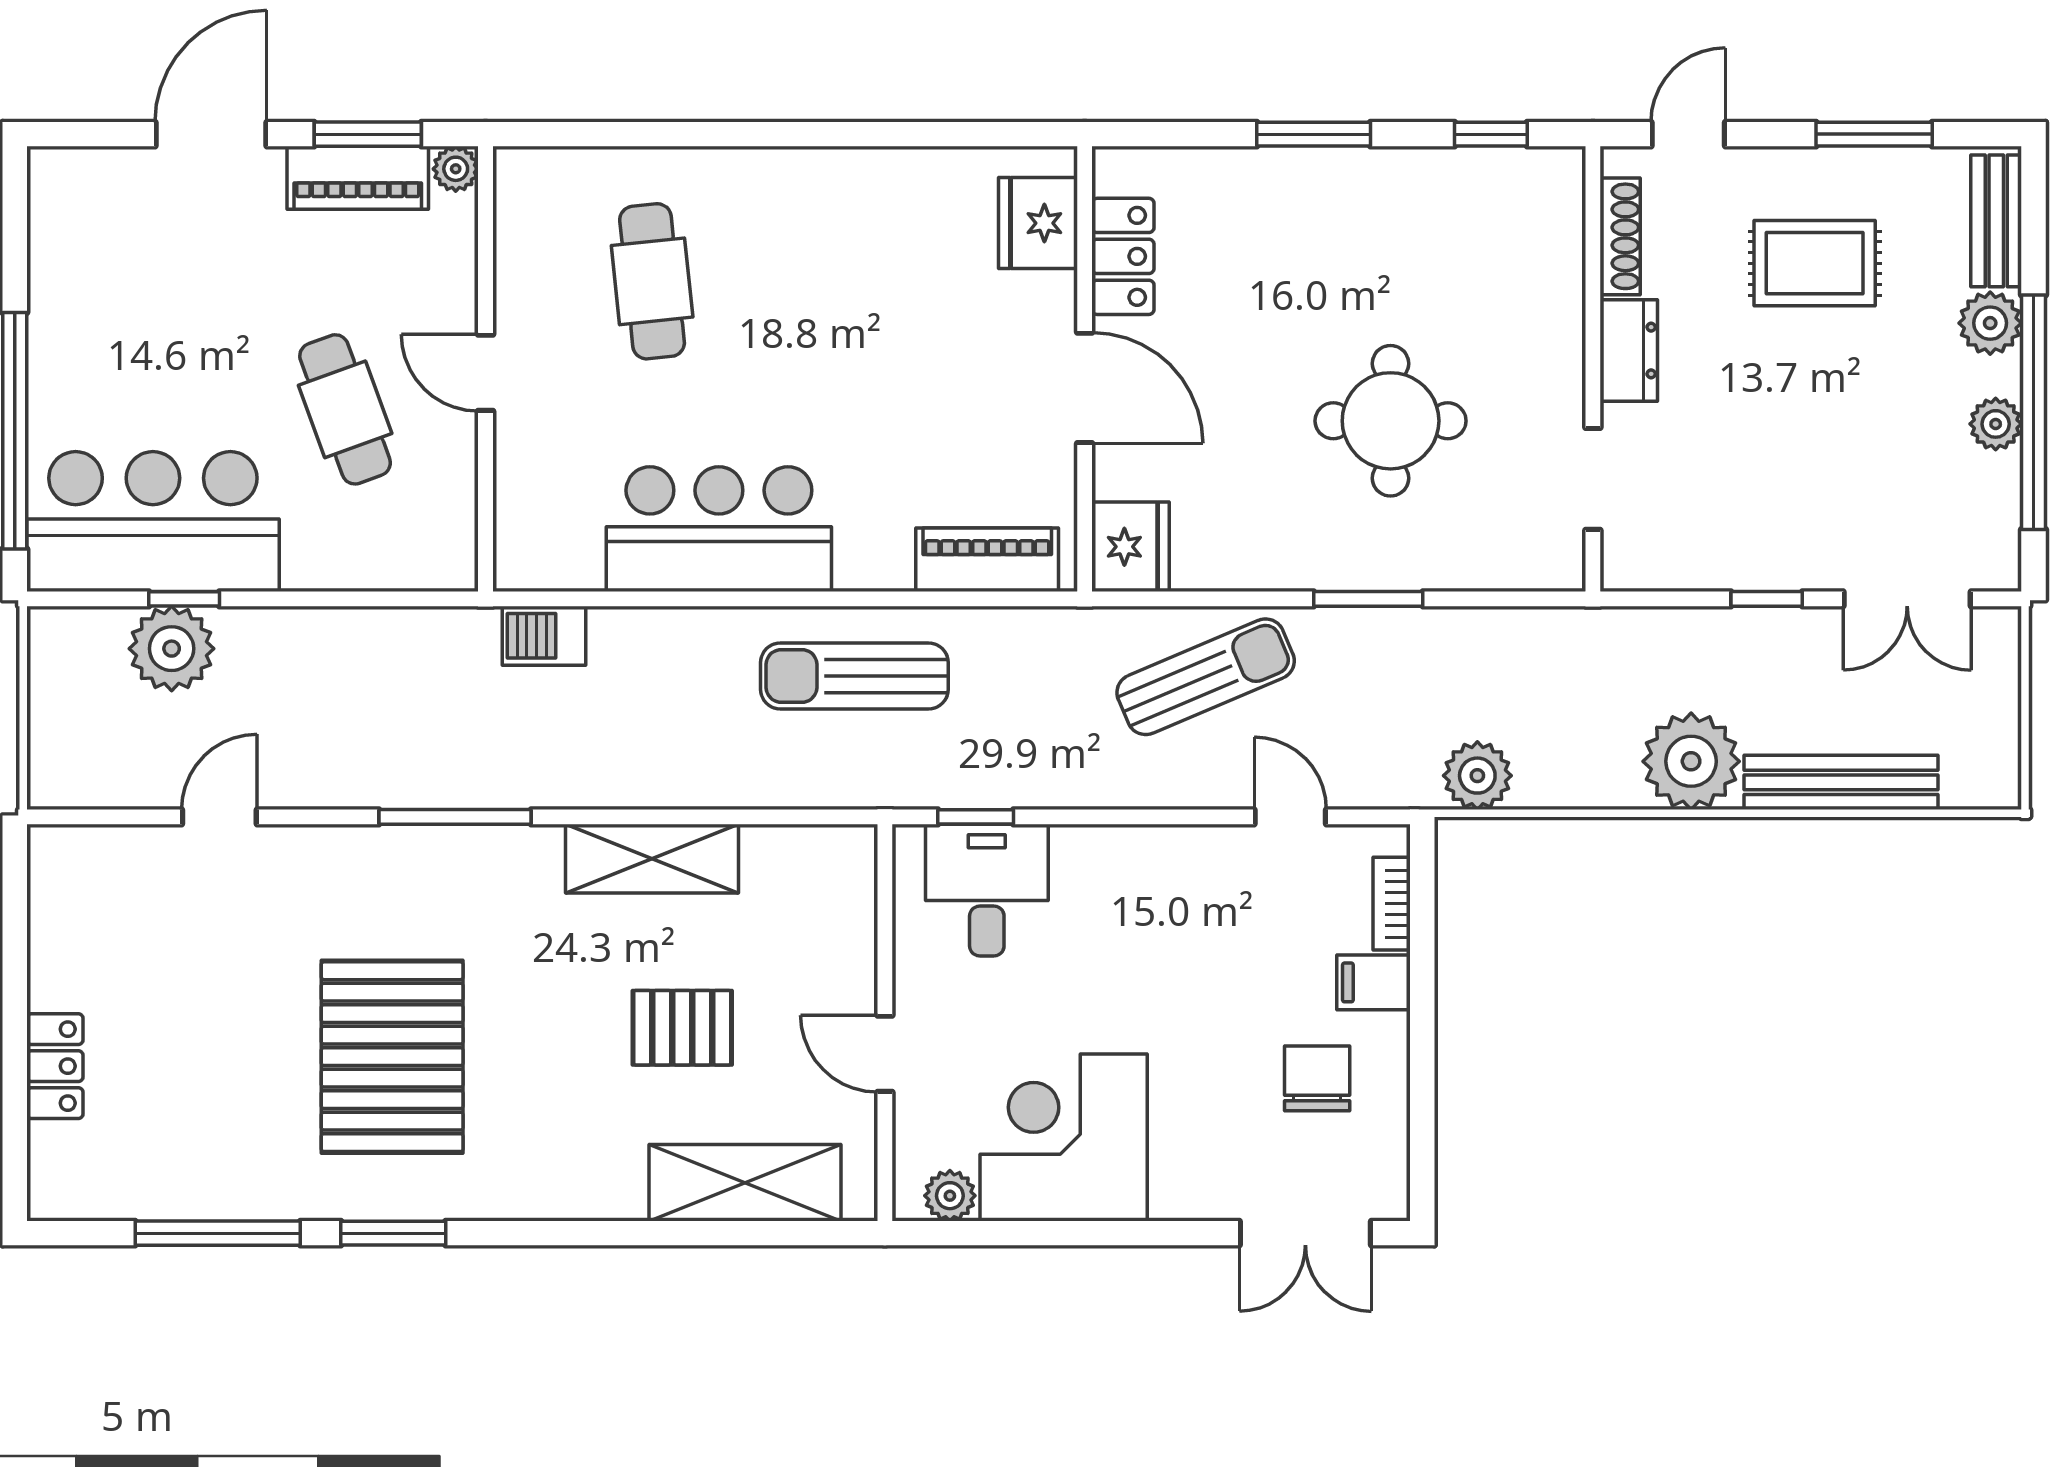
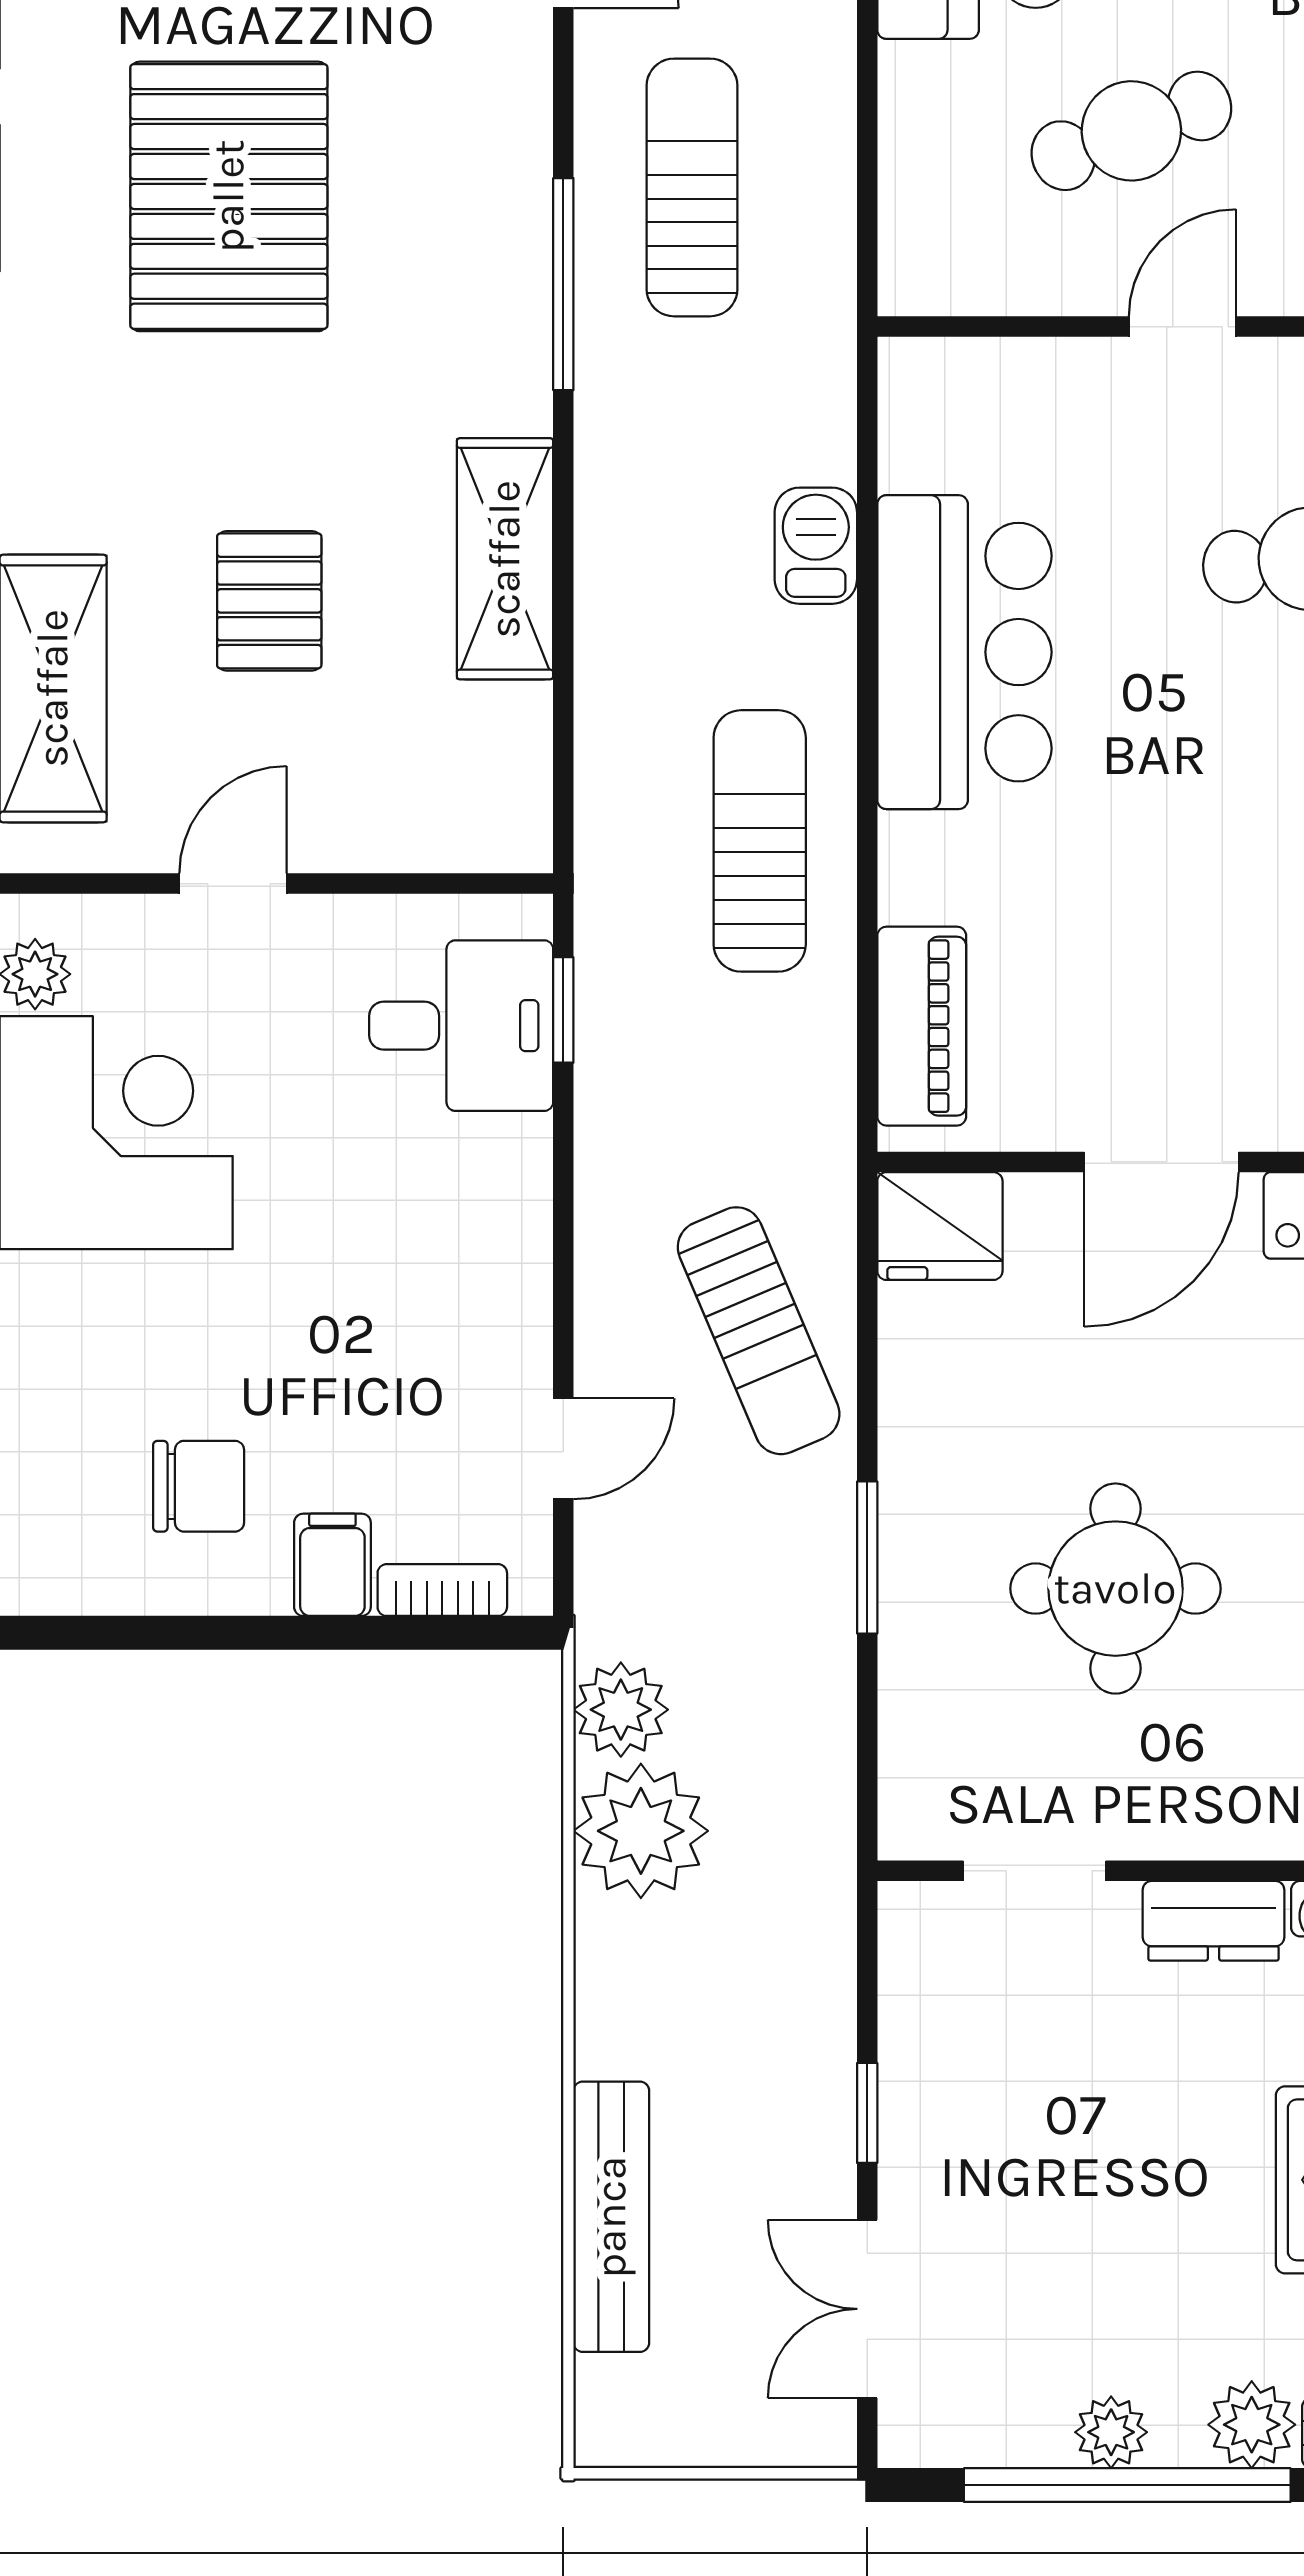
barbecue: (544, 636) -> (816, 546), moved
sun lounger: (386, 725) -> (692, 187), added
plant: (1691, 761) -> (641, 1831), moved
pallet: (392, 1057) -> (229, 196), turned 90

